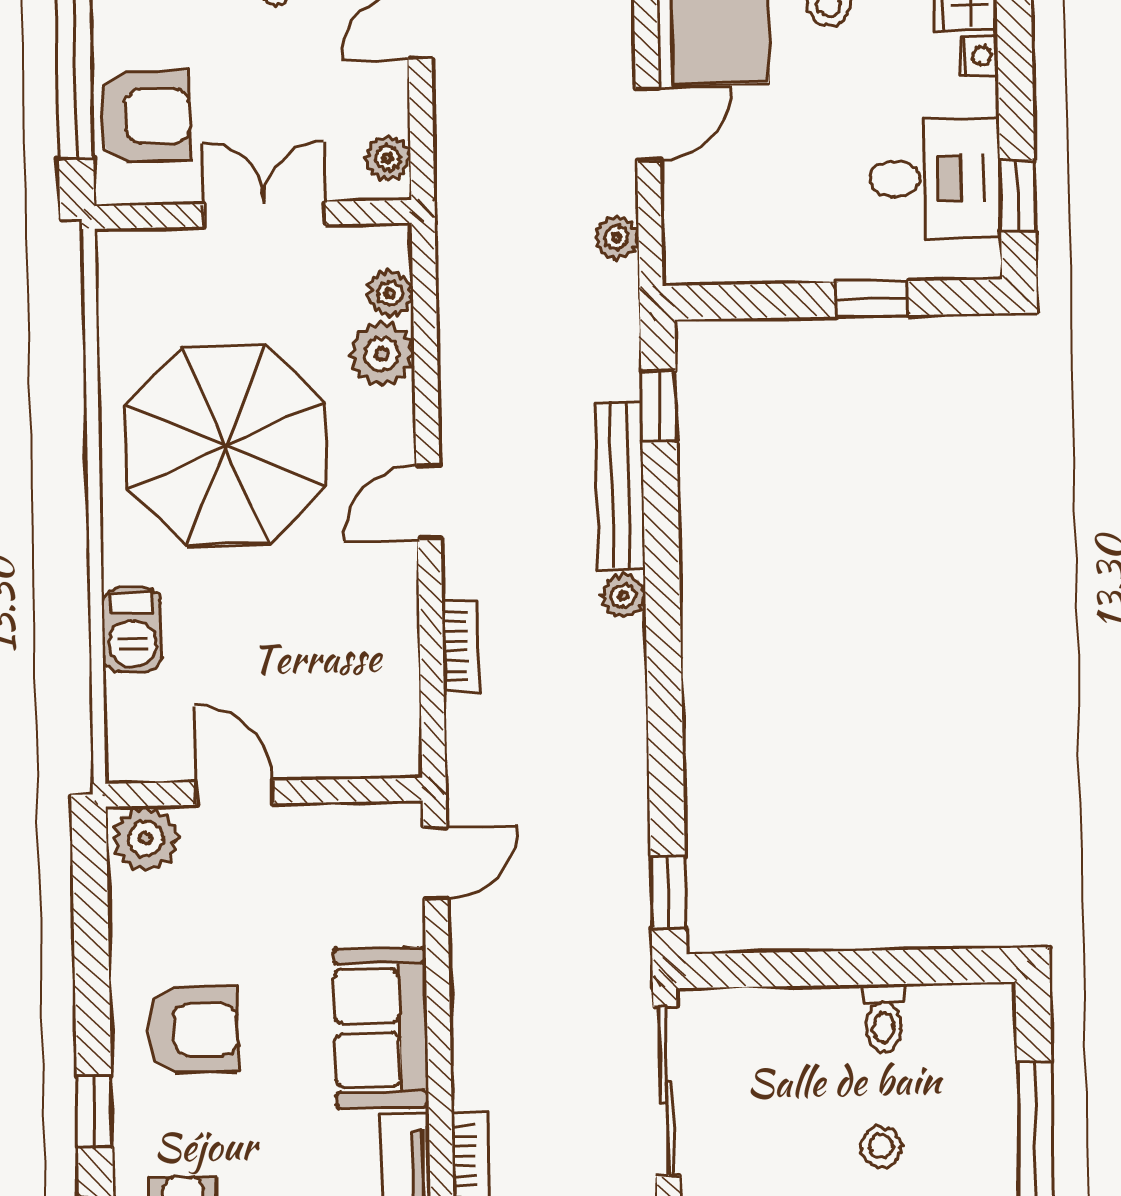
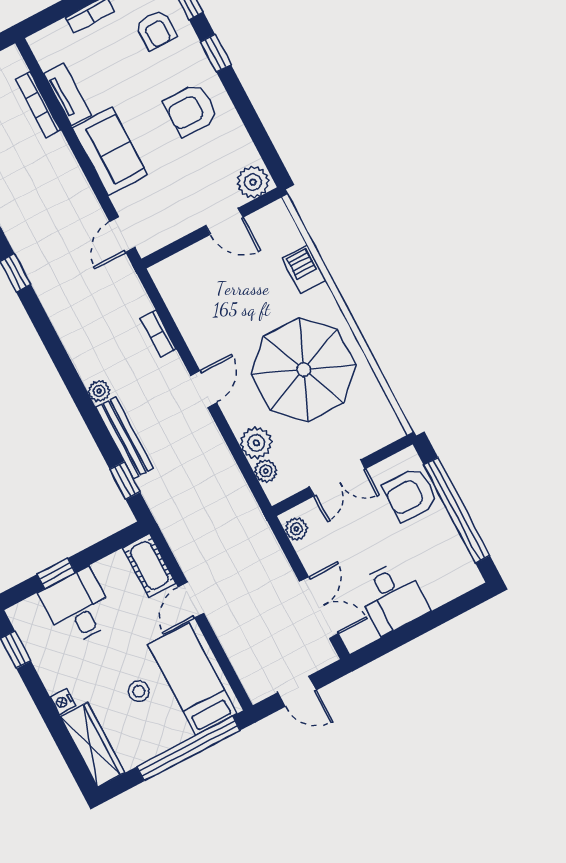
desk: (935, 179) -> (78, 607), moved, turned 90
cot: (693, 227) -> (149, 565), added
plant: (616, 237) -> (180, 544), removed

